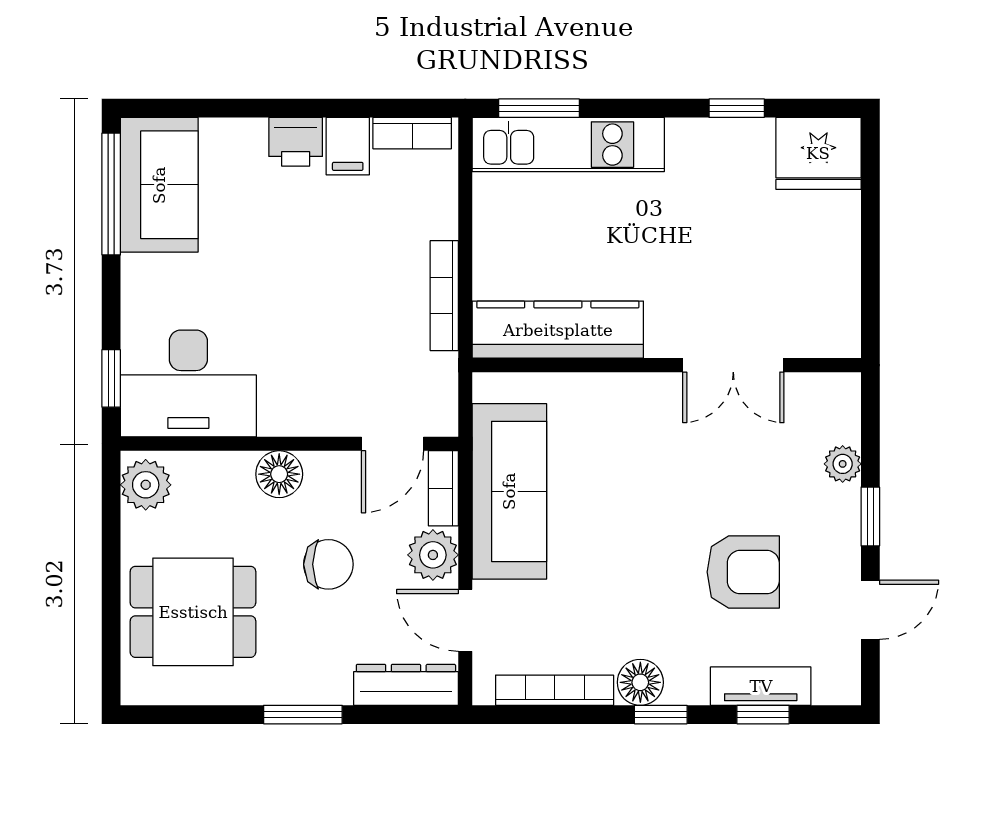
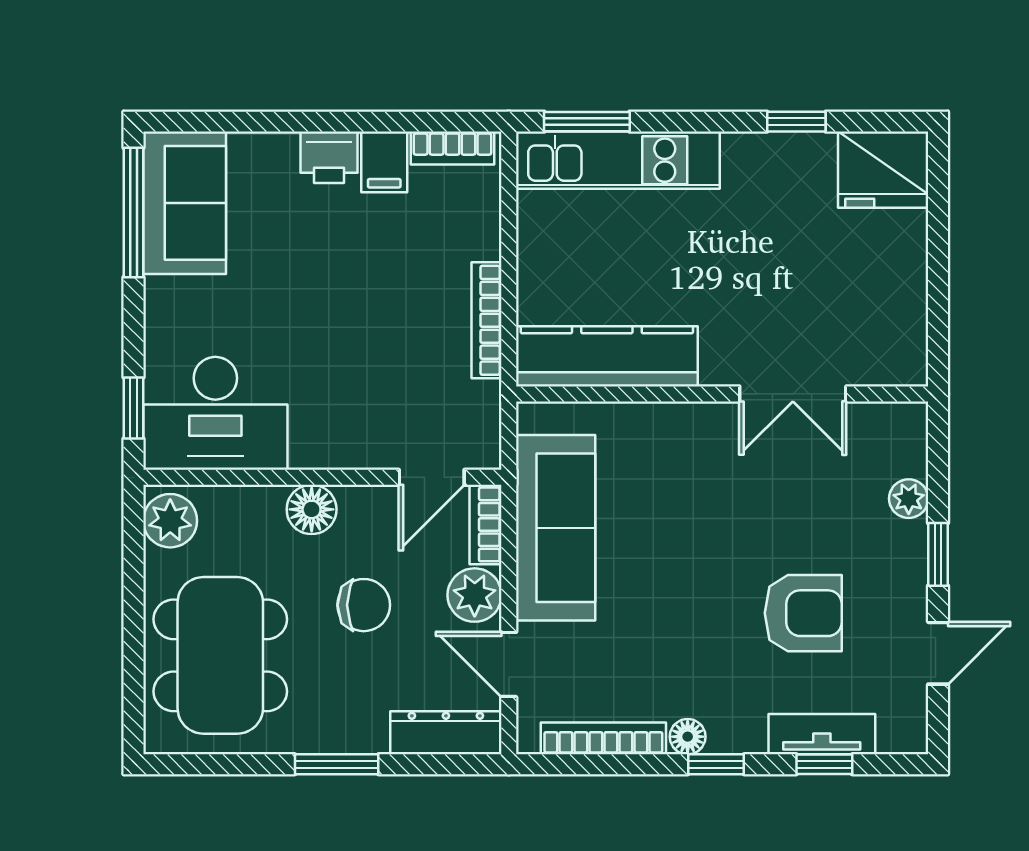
dining table: (193, 612) -> (220, 655), width x1.38
floor lamp: (640, 682) -> (688, 737), width x0.73, depth x0.73

